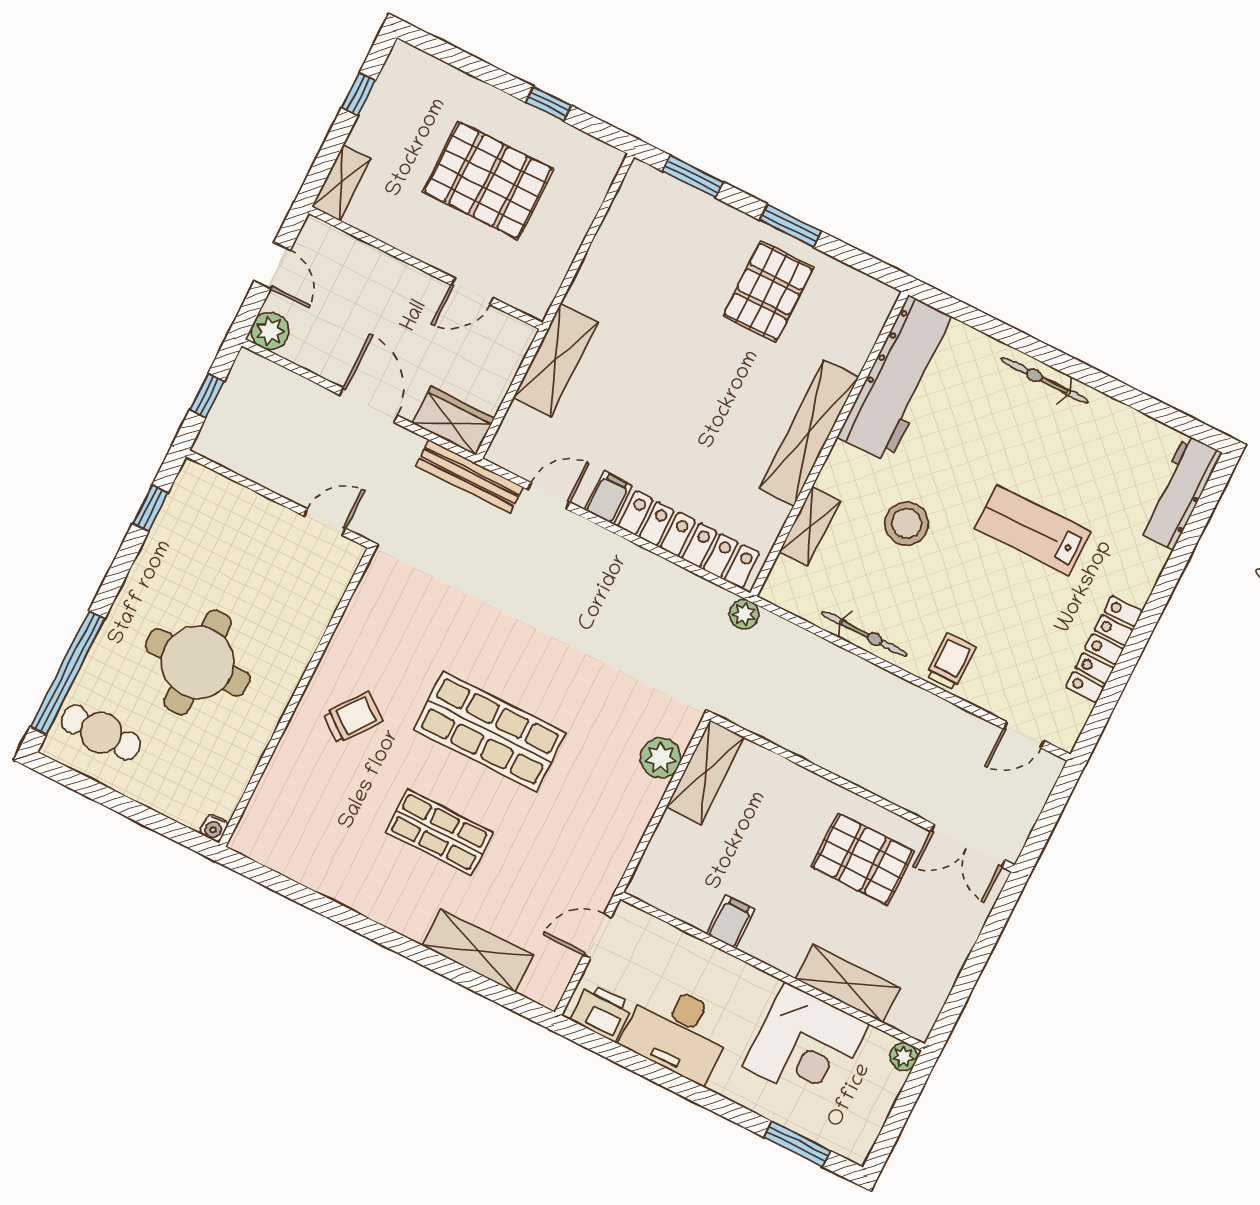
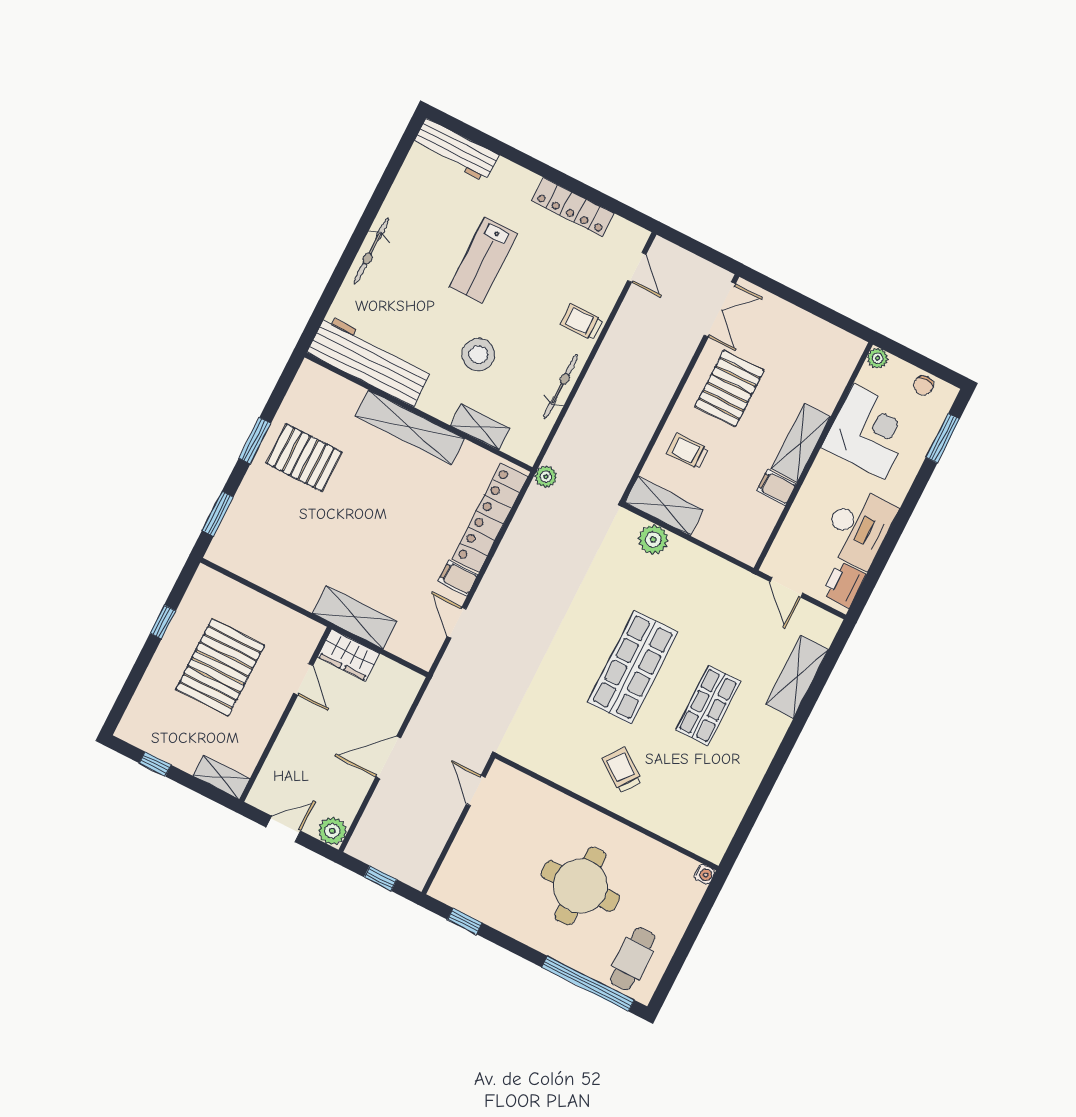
wardrobe: (453, 421) -> (349, 655), moved, turned -90
bench: (469, 476) -> (442, 682), removed
trolley: (779, 804) -> (688, 451), added
shelving: (848, 983) -> (801, 443), moved
chair: (868, 1118) -> (923, 385), added

